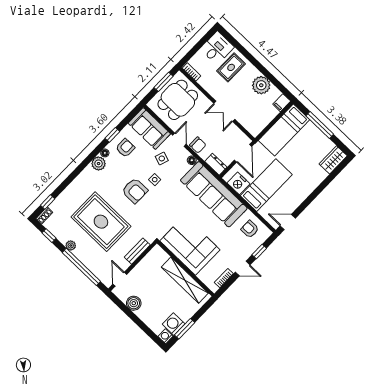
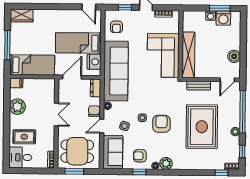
shelving: (185, 280) -> (188, 55), moved
washing machine: (165, 336) -> (211, 16), moved

